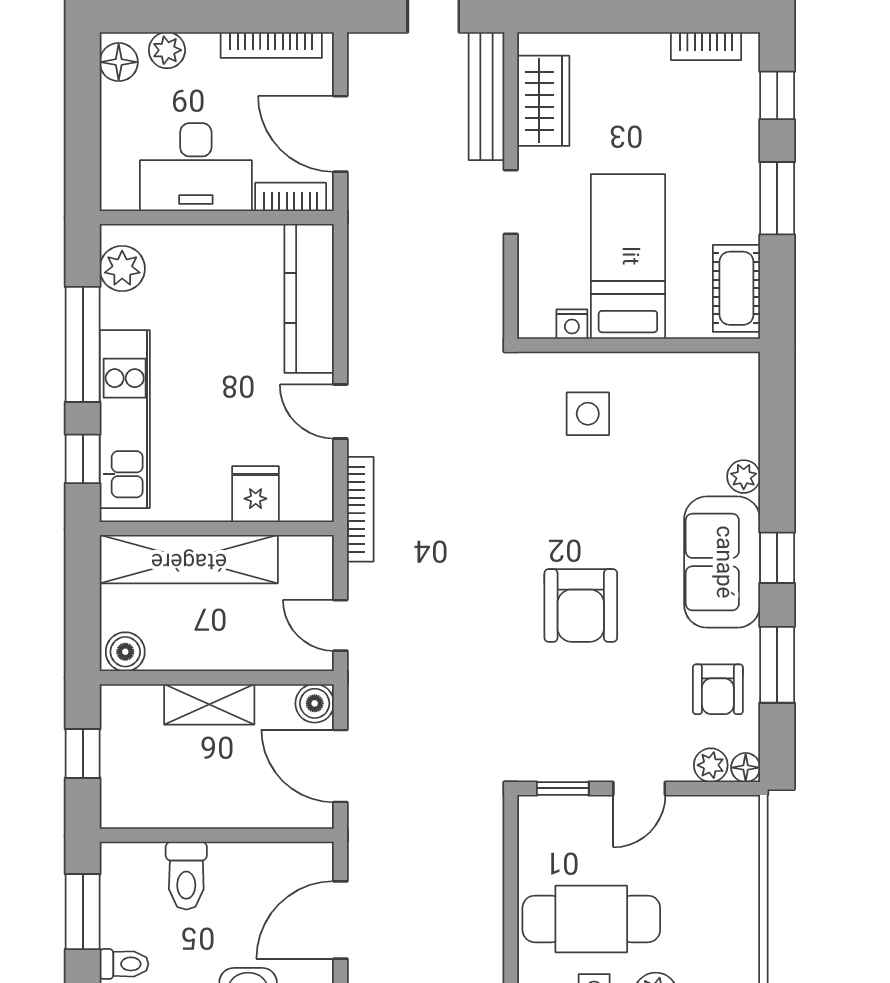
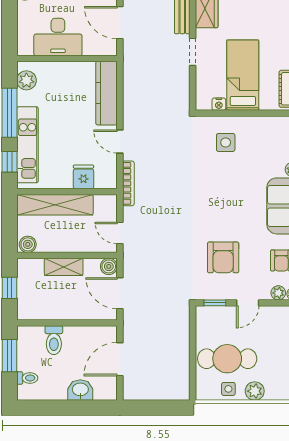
bookcase: (291, 197) -> (99, 50), removed
armchair: (581, 605) -> (223, 257), moved

